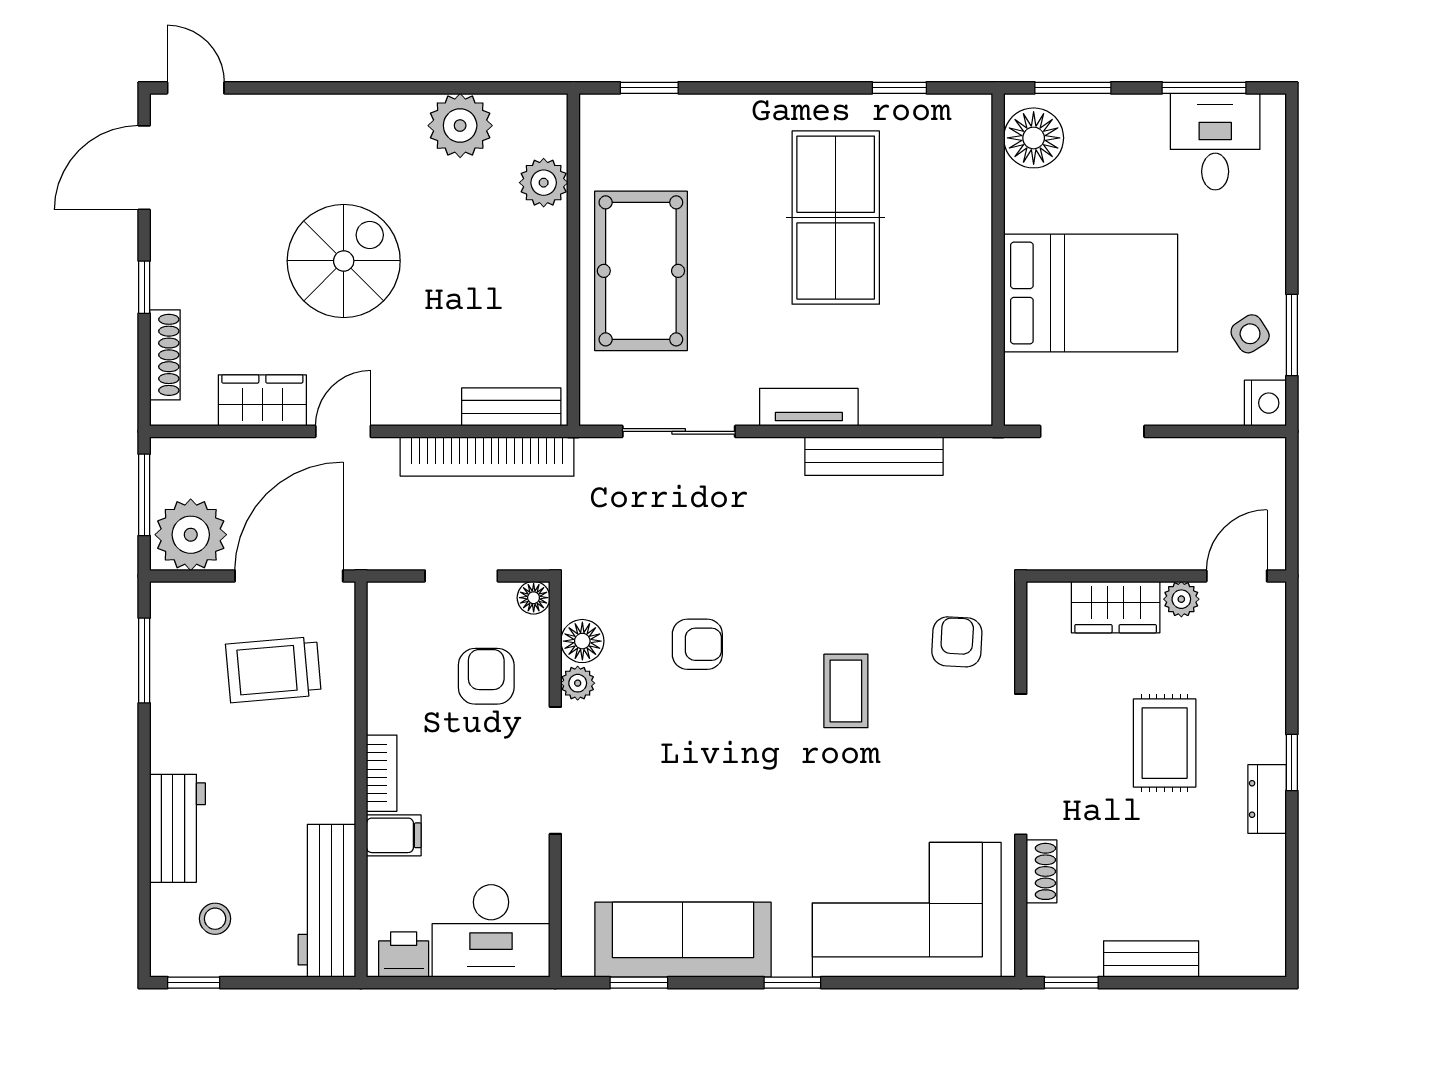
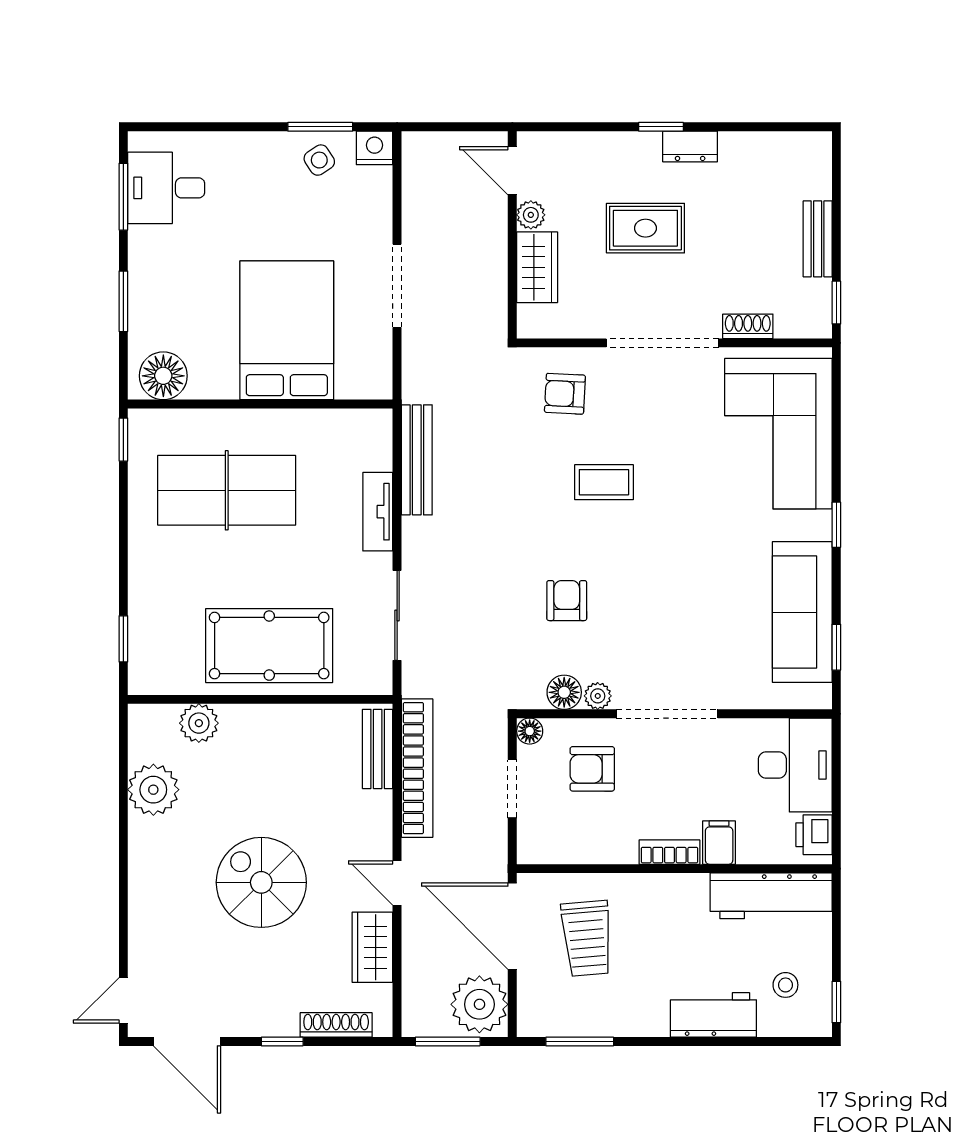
floor lamp: (1034, 138) -> (163, 376), moved
wall: (998, 260) -> (260, 404), moved
bed: (1091, 293) -> (287, 330), moved

